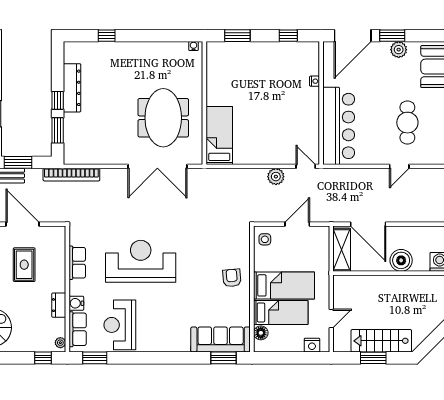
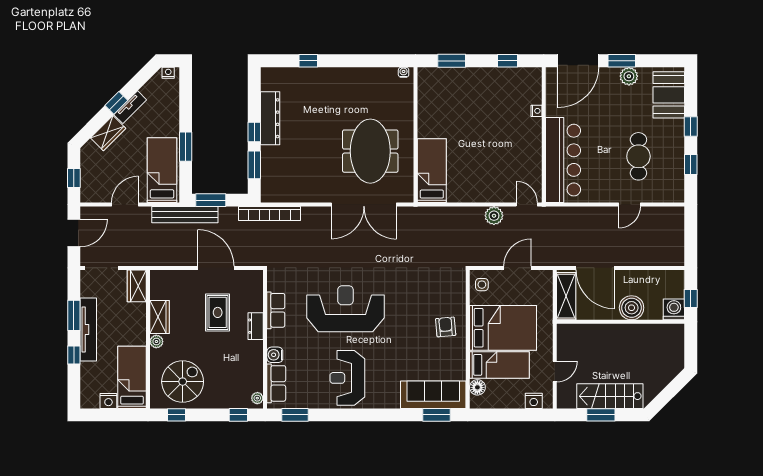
bed: (284, 285) -> (503, 328), width x1.50
dresser: (59, 305) -> (256, 326), moved
reception desk: (120, 325) -> (347, 378), moved

